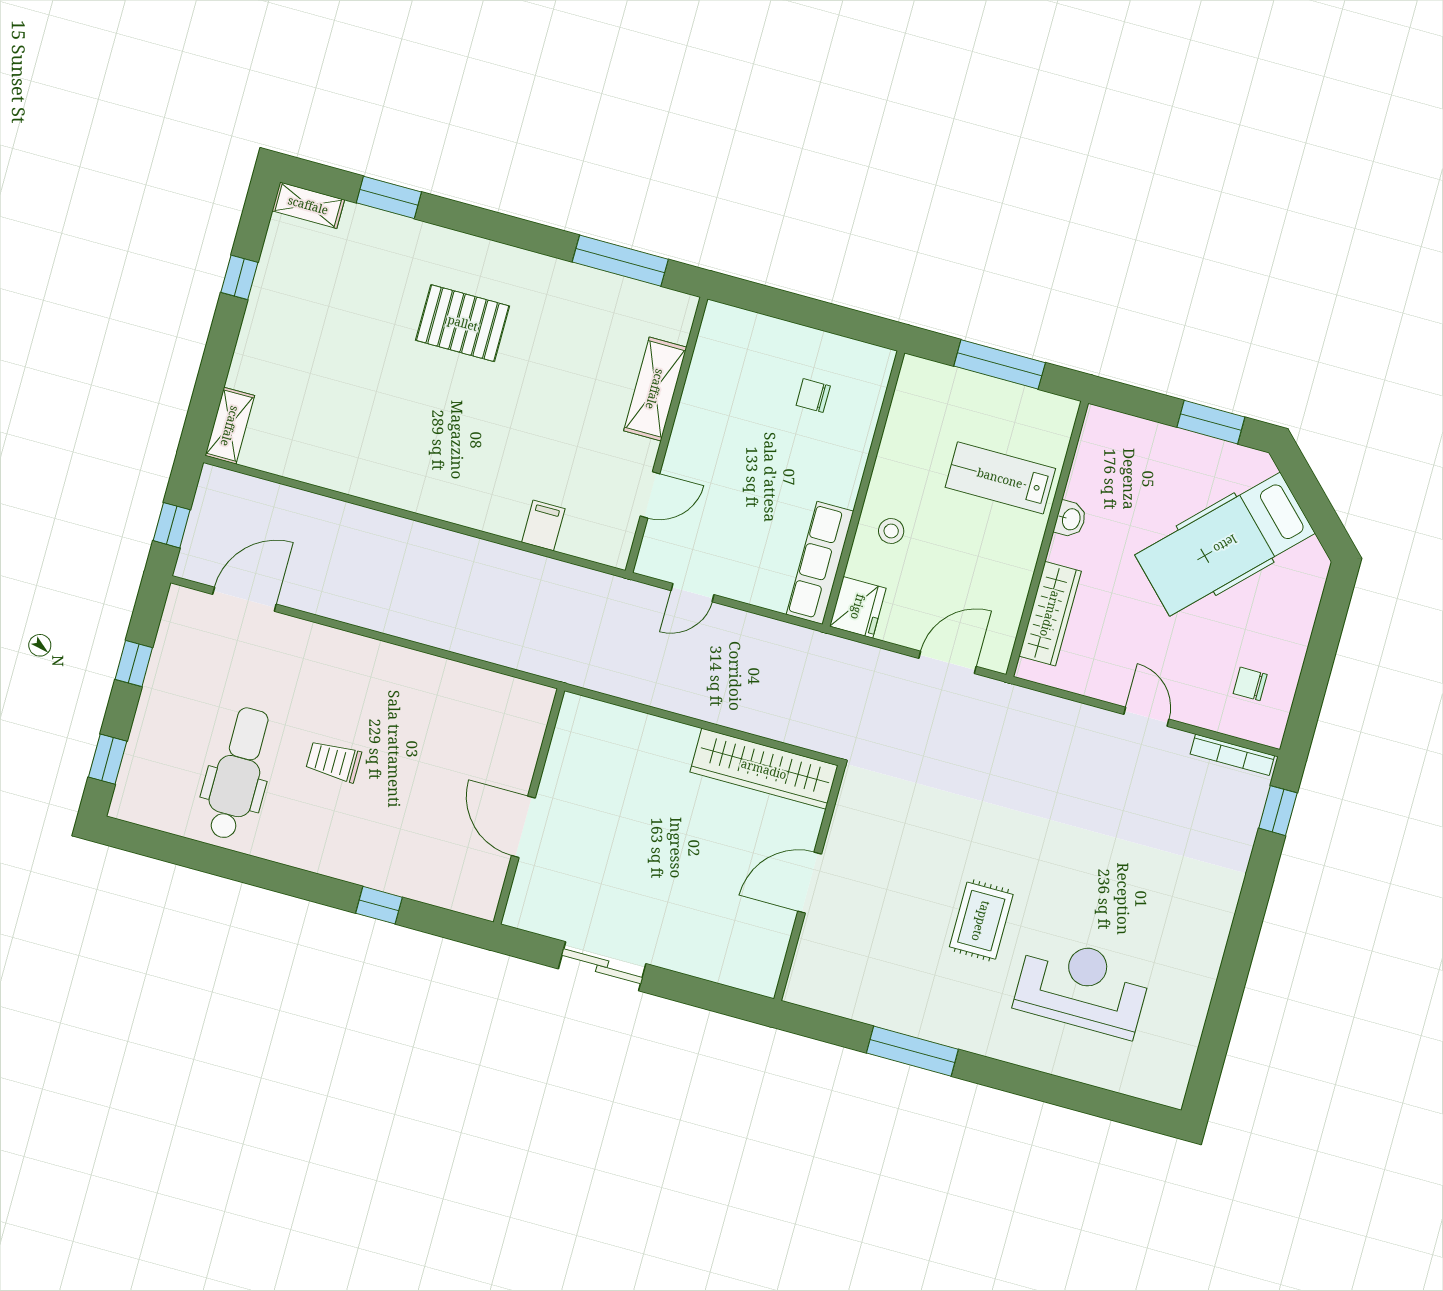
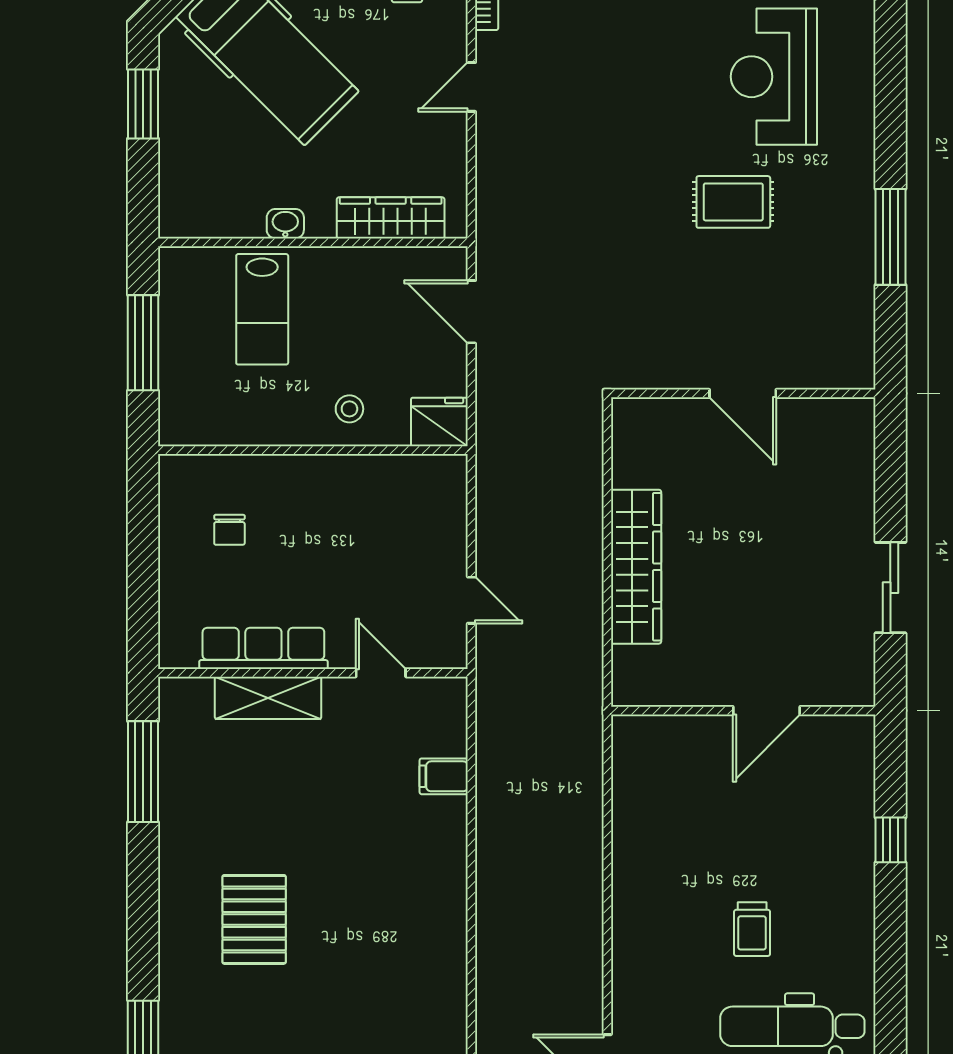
row of seats: (820, 563) -> (263, 648), moved, turned 180
wardrobe: (764, 769) -> (636, 567), moved

